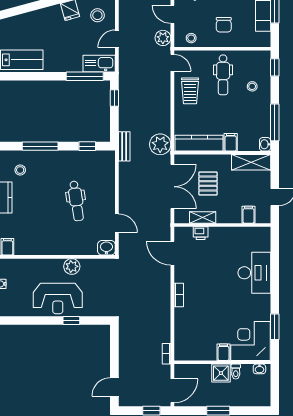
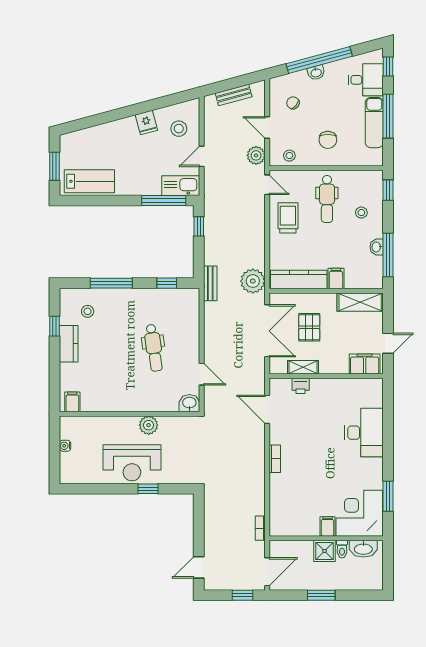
trolley: (190, 91) -> (288, 218), turned 180
washbasin: (265, 144) -> (377, 247), moved
filing cabinet: (248, 215) -> (365, 364), width x2.00
washbasin: (259, 369) -> (363, 549), width x1.91, depth x1.45

